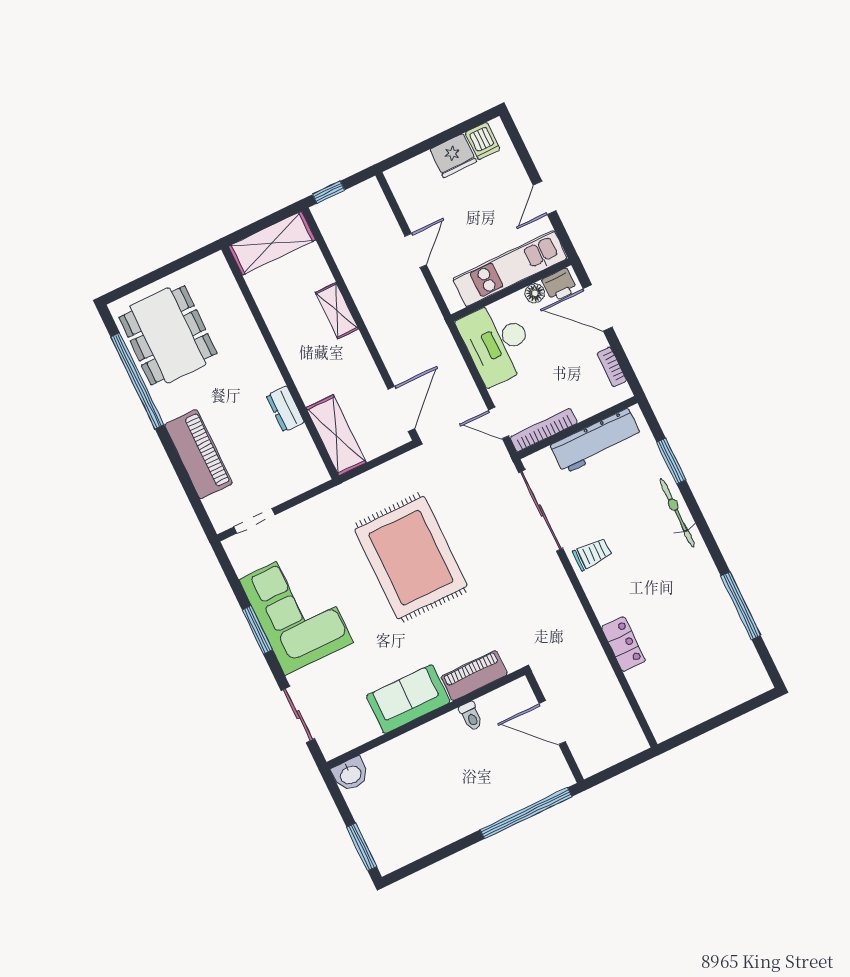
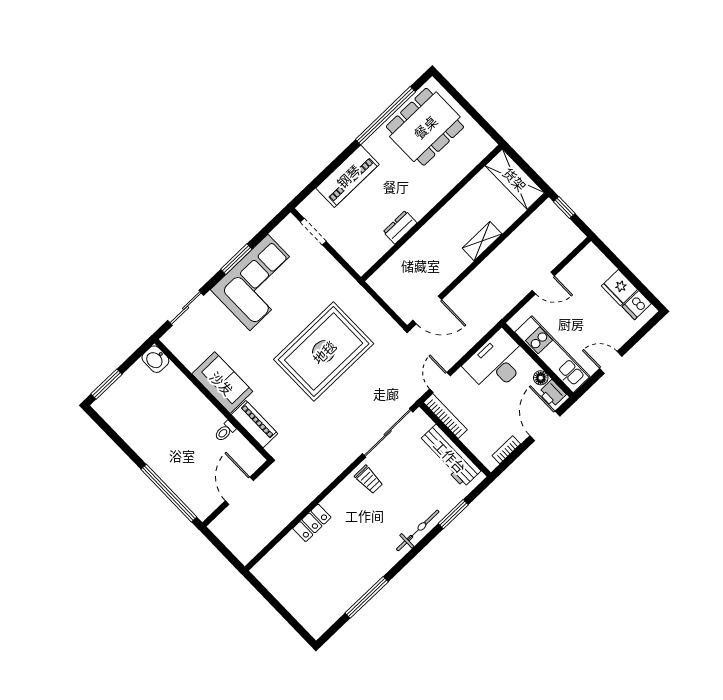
shelving: (336, 435) -> (393, 270), removed

